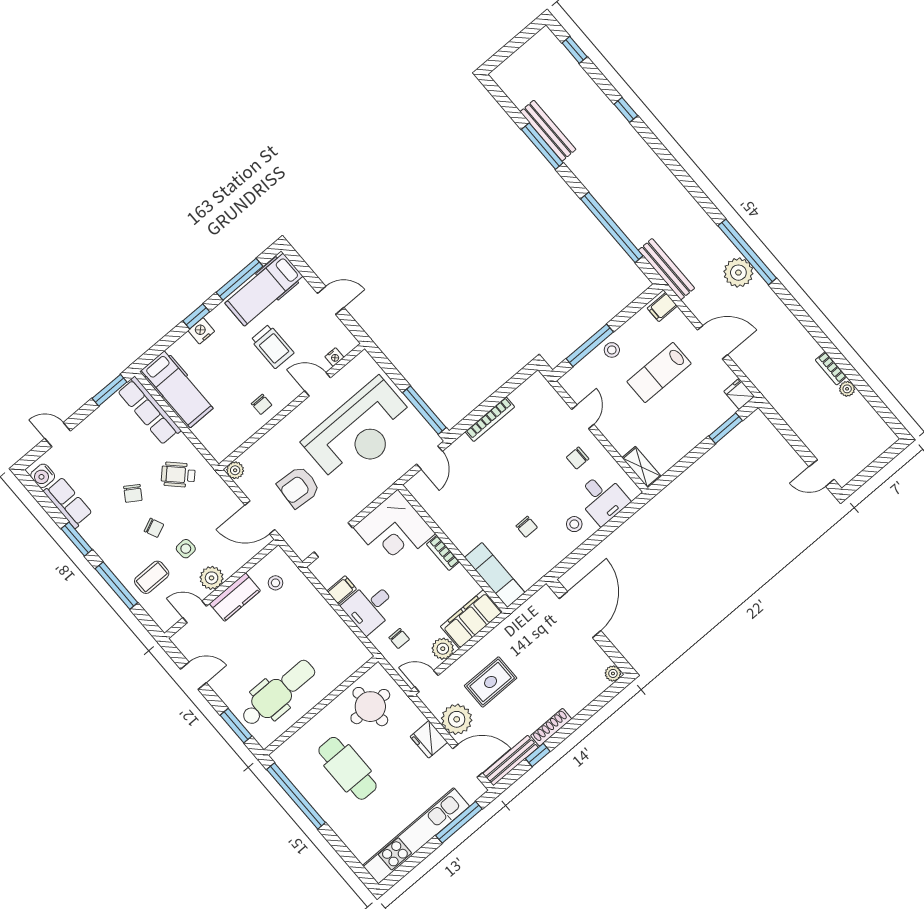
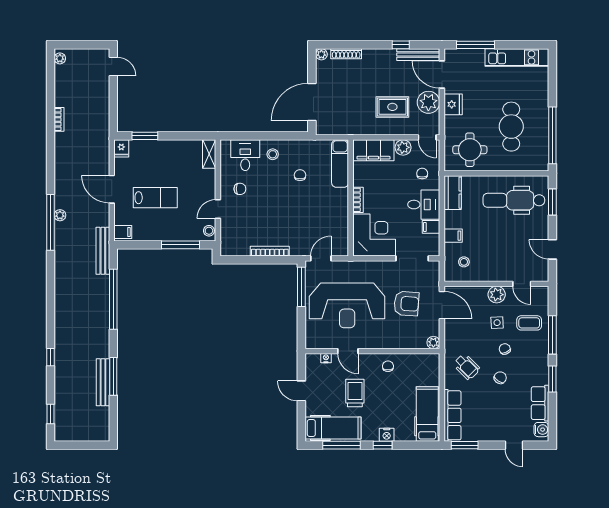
plant: (738, 273) -> (60, 215), width x0.53, depth x0.53
stool: (612, 350) -> (209, 231), moved
plant: (847, 389) -> (60, 58), moved
reception desk: (360, 432) -> (347, 305), turned 180
kitchen counter: (235, 597) -> (453, 193), moved, turned 90
filing cabinet: (311, 601) -> (453, 236), added
shoe rack: (551, 727) -> (346, 54), moved
kitchen unit: (416, 836) -> (517, 57), width x0.73

